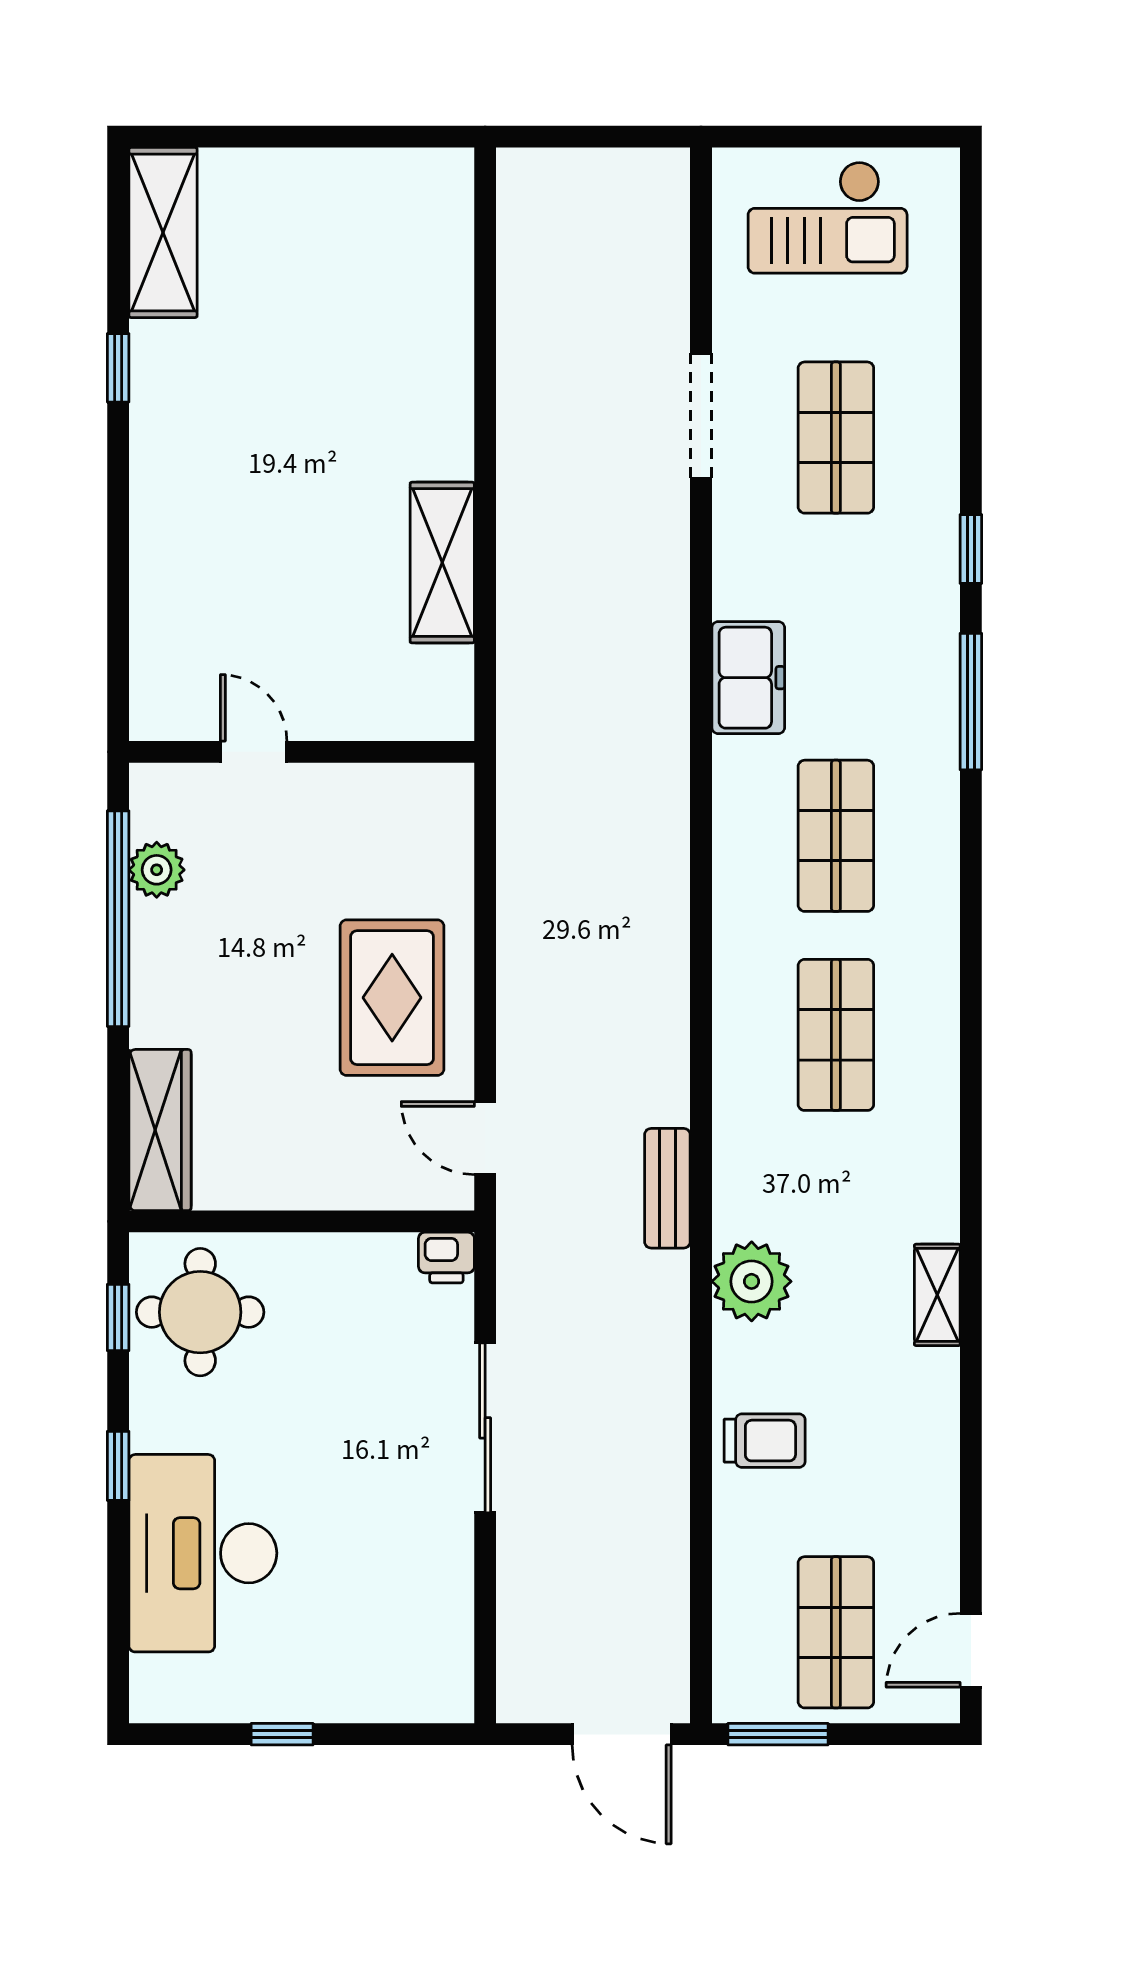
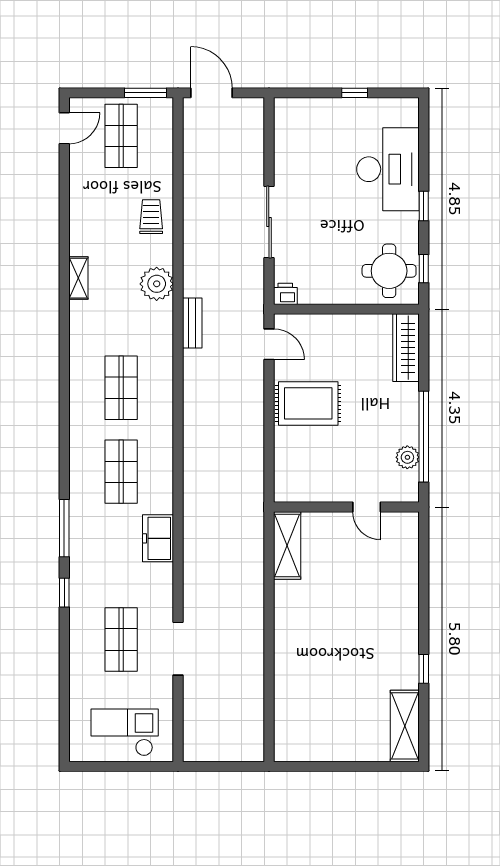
shelving: (442, 563) -> (287, 545), moved
rug: (392, 998) -> (308, 403), turned 90
trolley: (765, 1441) -> (151, 217), turned 90

